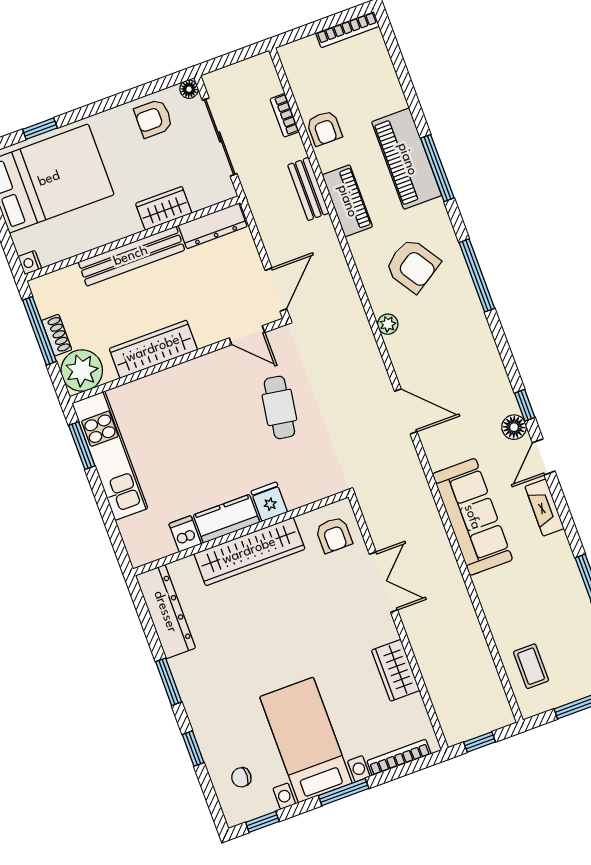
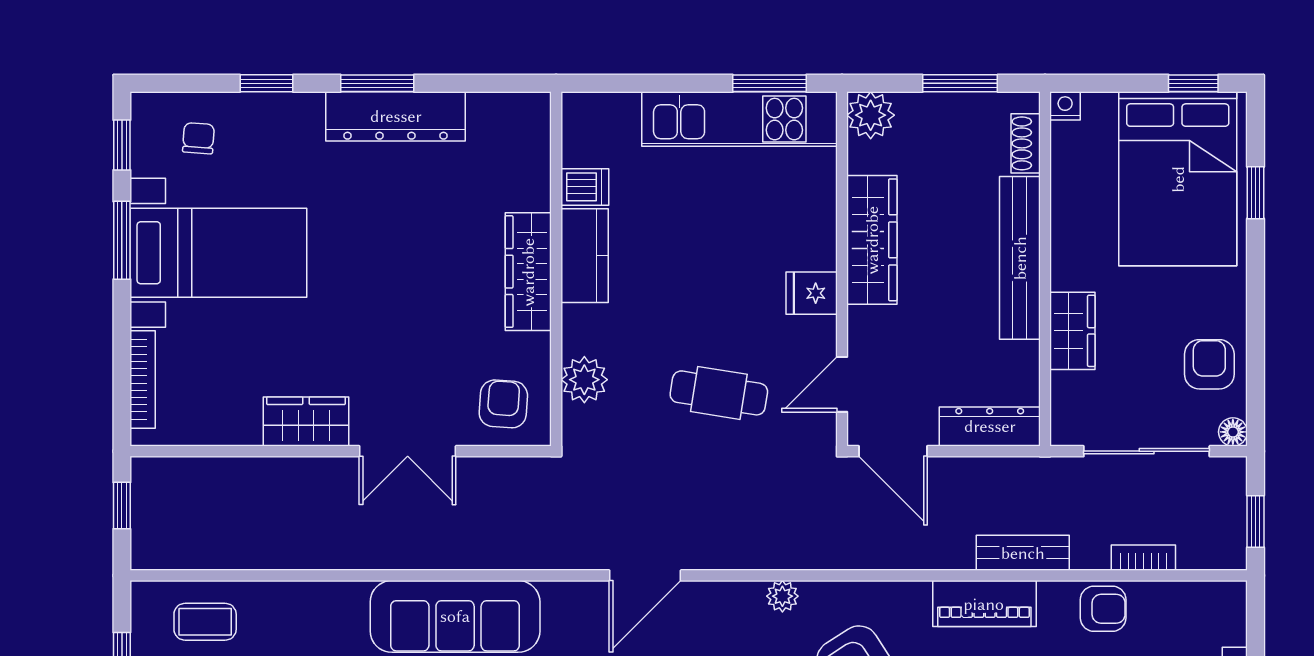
window: (238, 56) -> (1255, 521), added
armchair: (324, 128) -> (1103, 609), turned 180
dresser: (213, 226) -> (990, 426), moved, turned 90
window: (39, 331) -> (960, 83), width x0.69
shoe rack: (57, 335) -> (1026, 143), moved, turned 90
plant: (82, 371) -> (871, 115), width x0.73, depth x0.73
plant: (301, 491) -> (584, 380), added
fridge: (269, 502) -> (812, 293), moved, turned 180
armchair: (334, 535) -> (503, 404), turned 94
wardrobe: (249, 551) -> (528, 272), width x0.71, depth x0.85
dresser: (165, 612) -> (396, 116), moved
wardrobe: (396, 670) -> (306, 421), moved
window: (344, 792) -> (122, 240), moved

